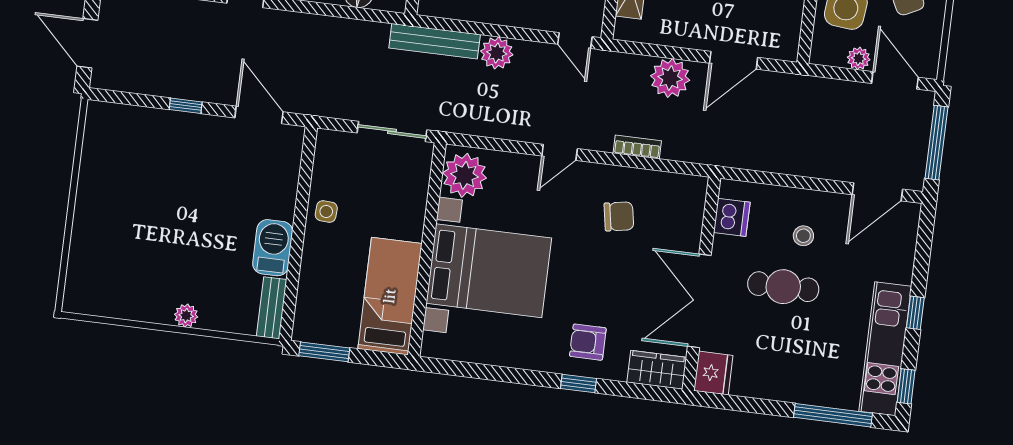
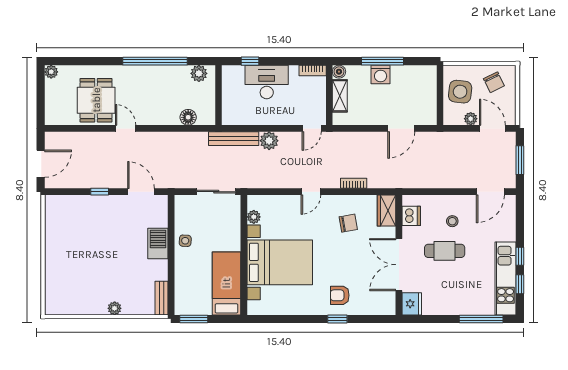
door: (575, 40) -> (312, 128), hinge flipped
door: (87, 43) -> (41, 164), swing flipped
plant: (670, 78) -> (367, 143), removed
window: (936, 143) -> (520, 160), width x0.69
plant: (464, 175) -> (254, 217), width x0.53, depth x0.53
barbecue: (273, 248) -> (158, 244), moved
wardrobe: (657, 370) -> (387, 211), moved, turned -90
window: (906, 386) -> (520, 284), moved

